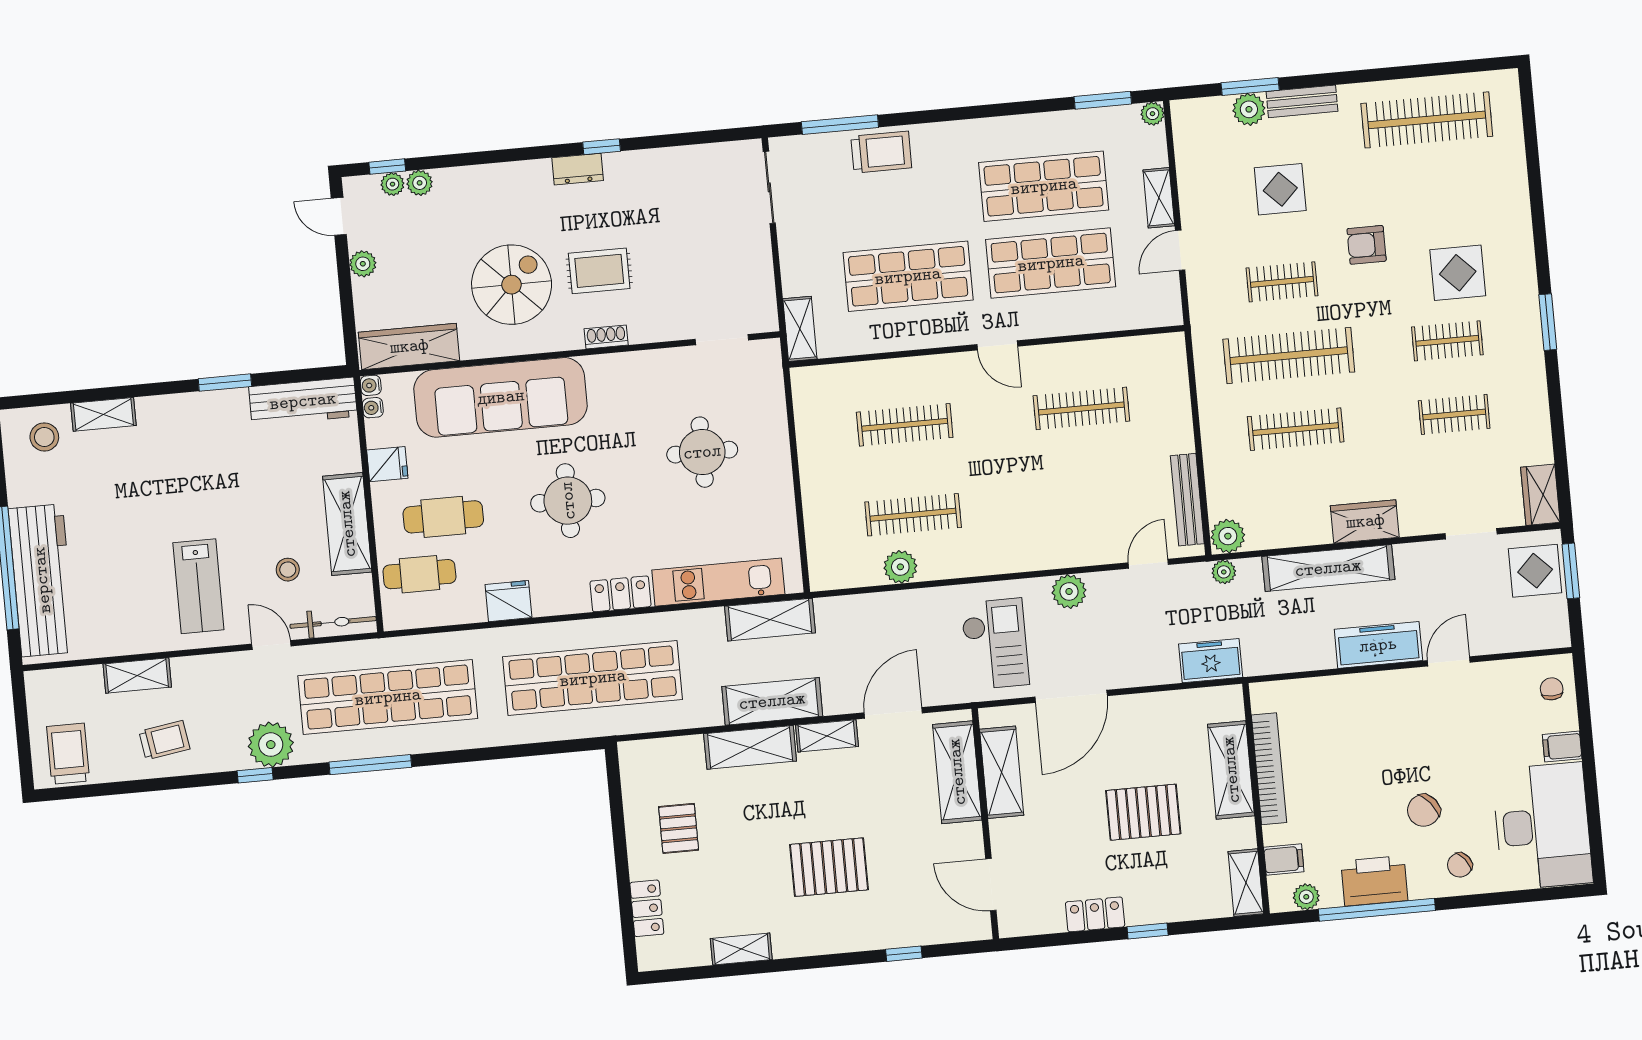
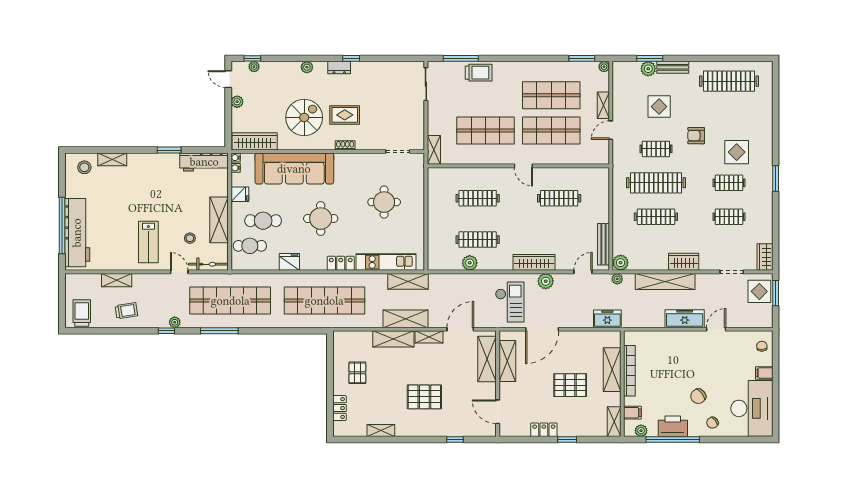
plant: (420, 183) -> (307, 67), moved
wardrobe: (1040, 553) -> (534, 262), added
plant: (271, 745) -> (175, 322), width x0.53, depth x0.53

